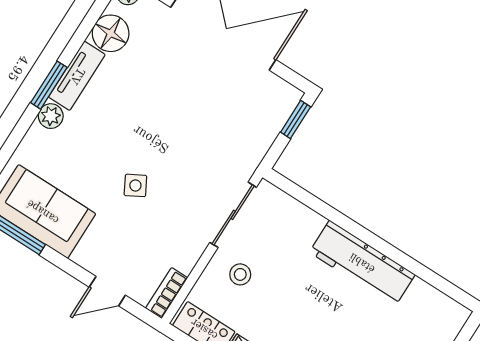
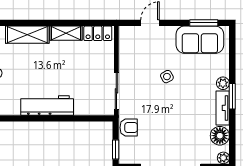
armchair: (251, 142) -> (129, 128), added
stool: (240, 274) -> (97, 67), removed
bookcase: (167, 293) -> (124, 38), removed

